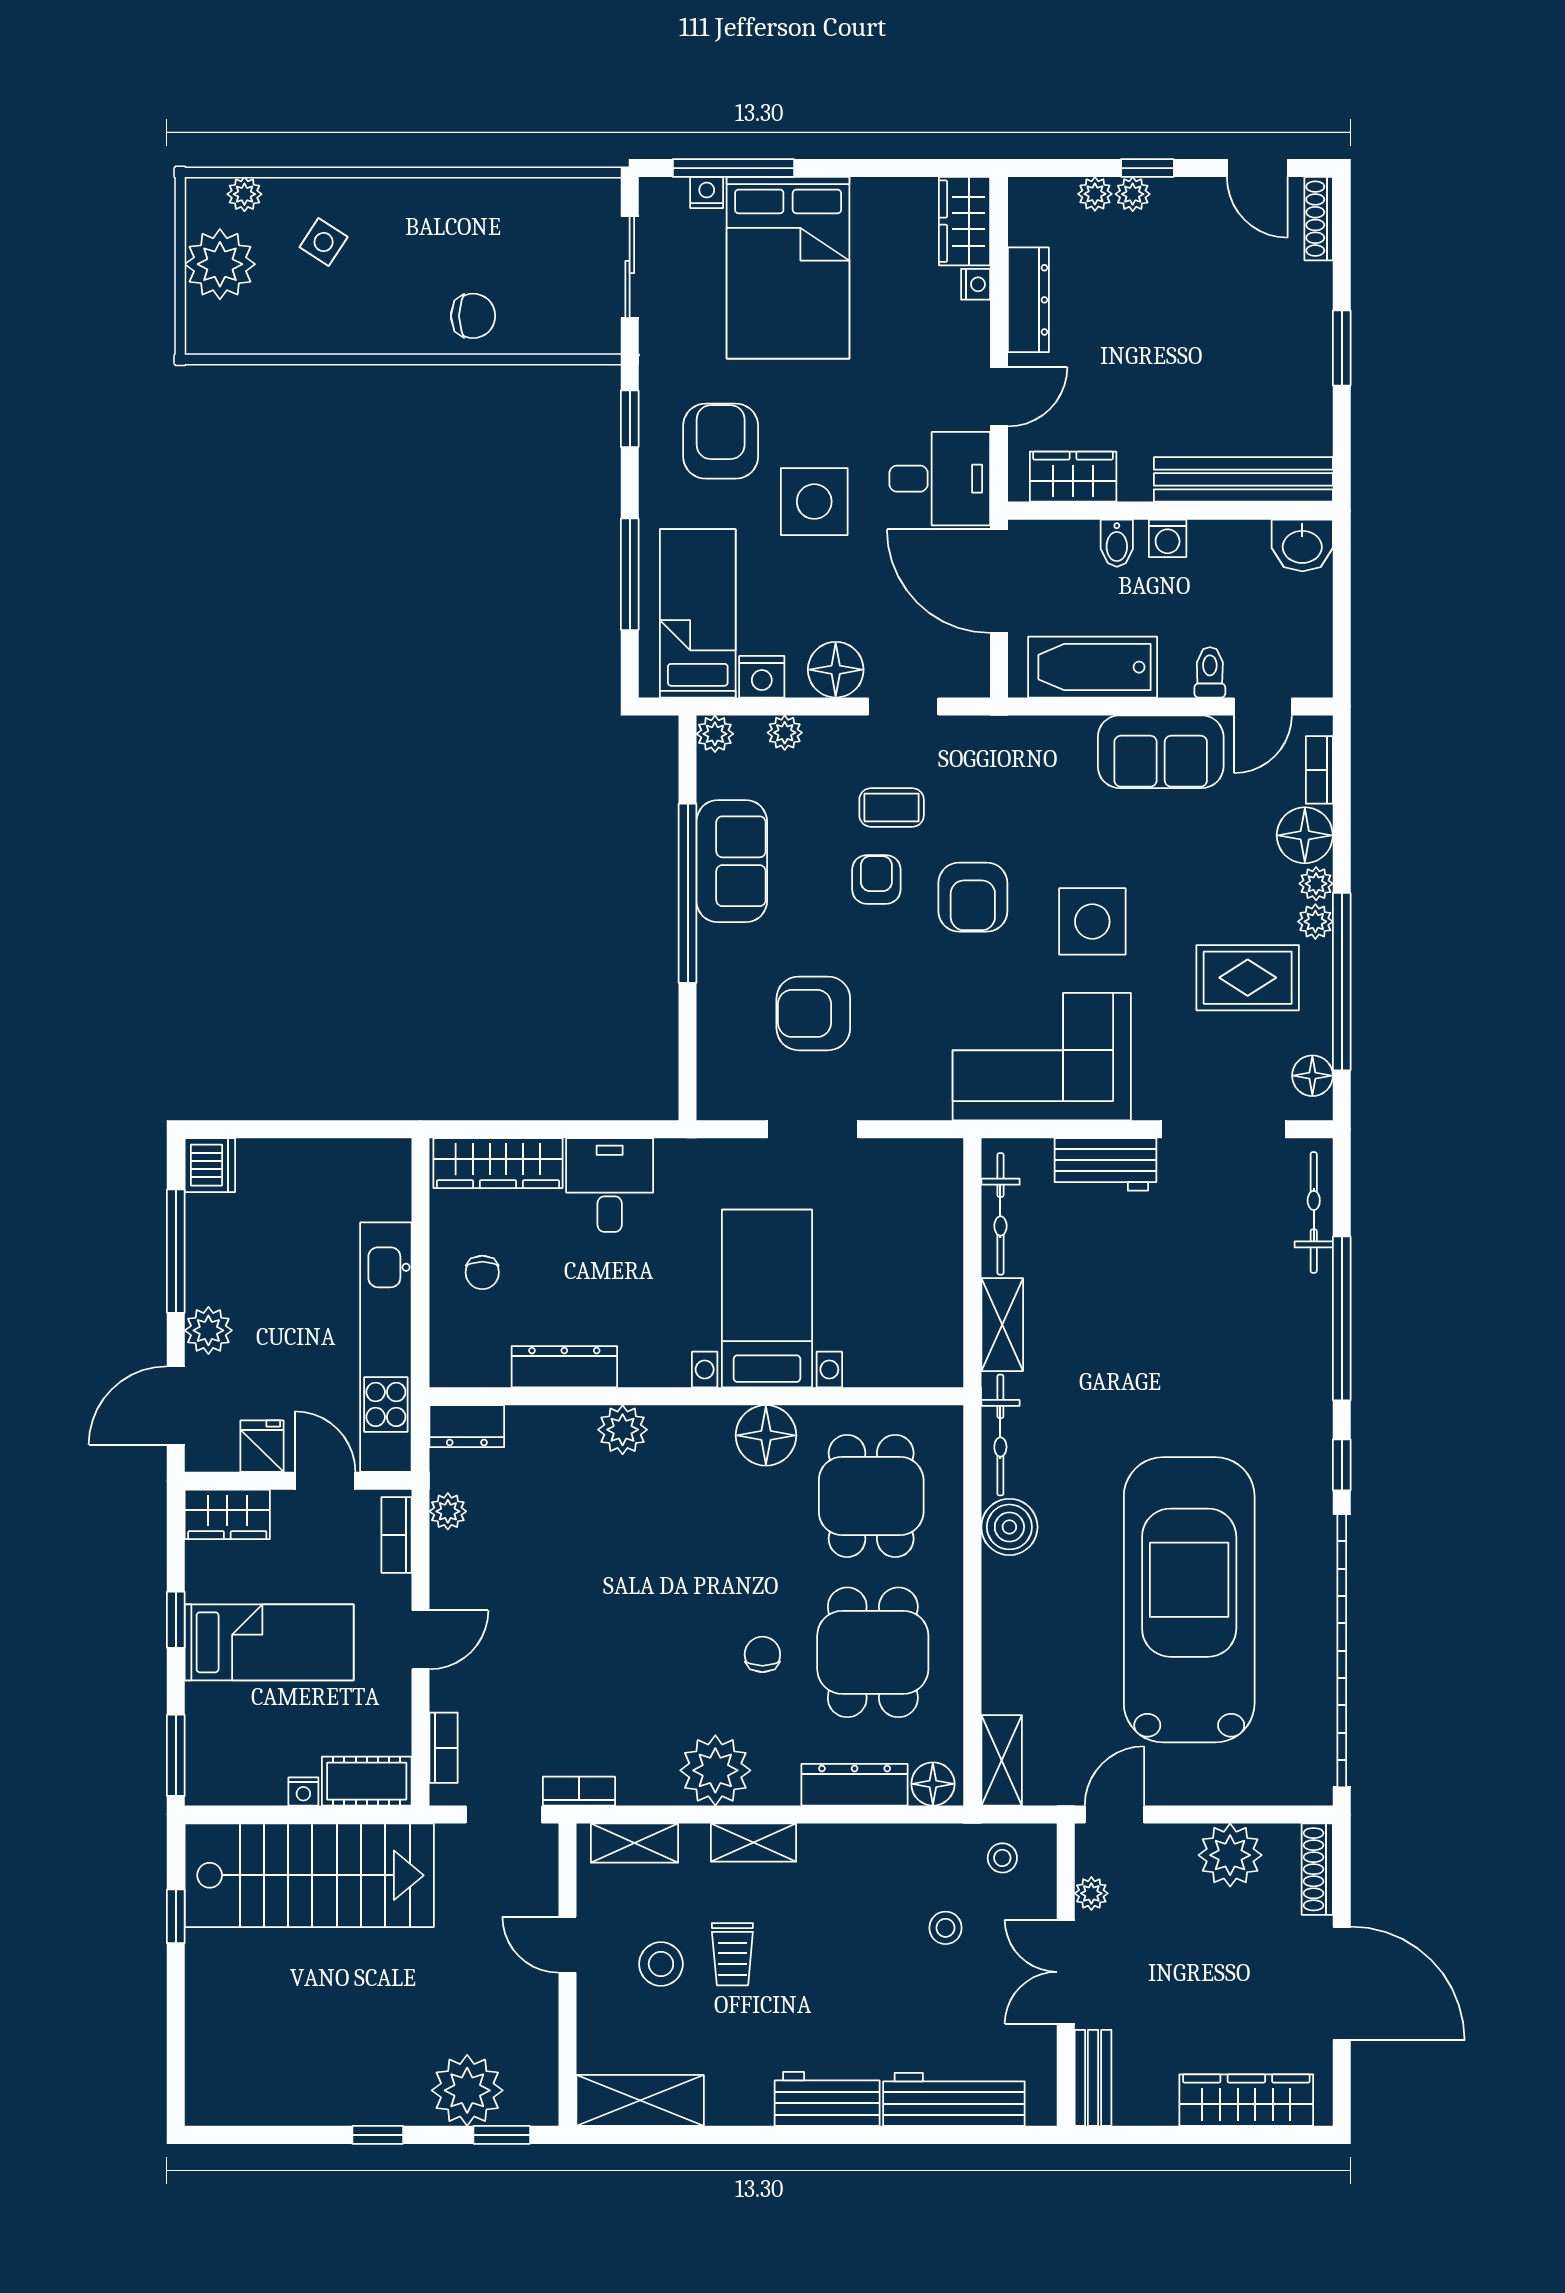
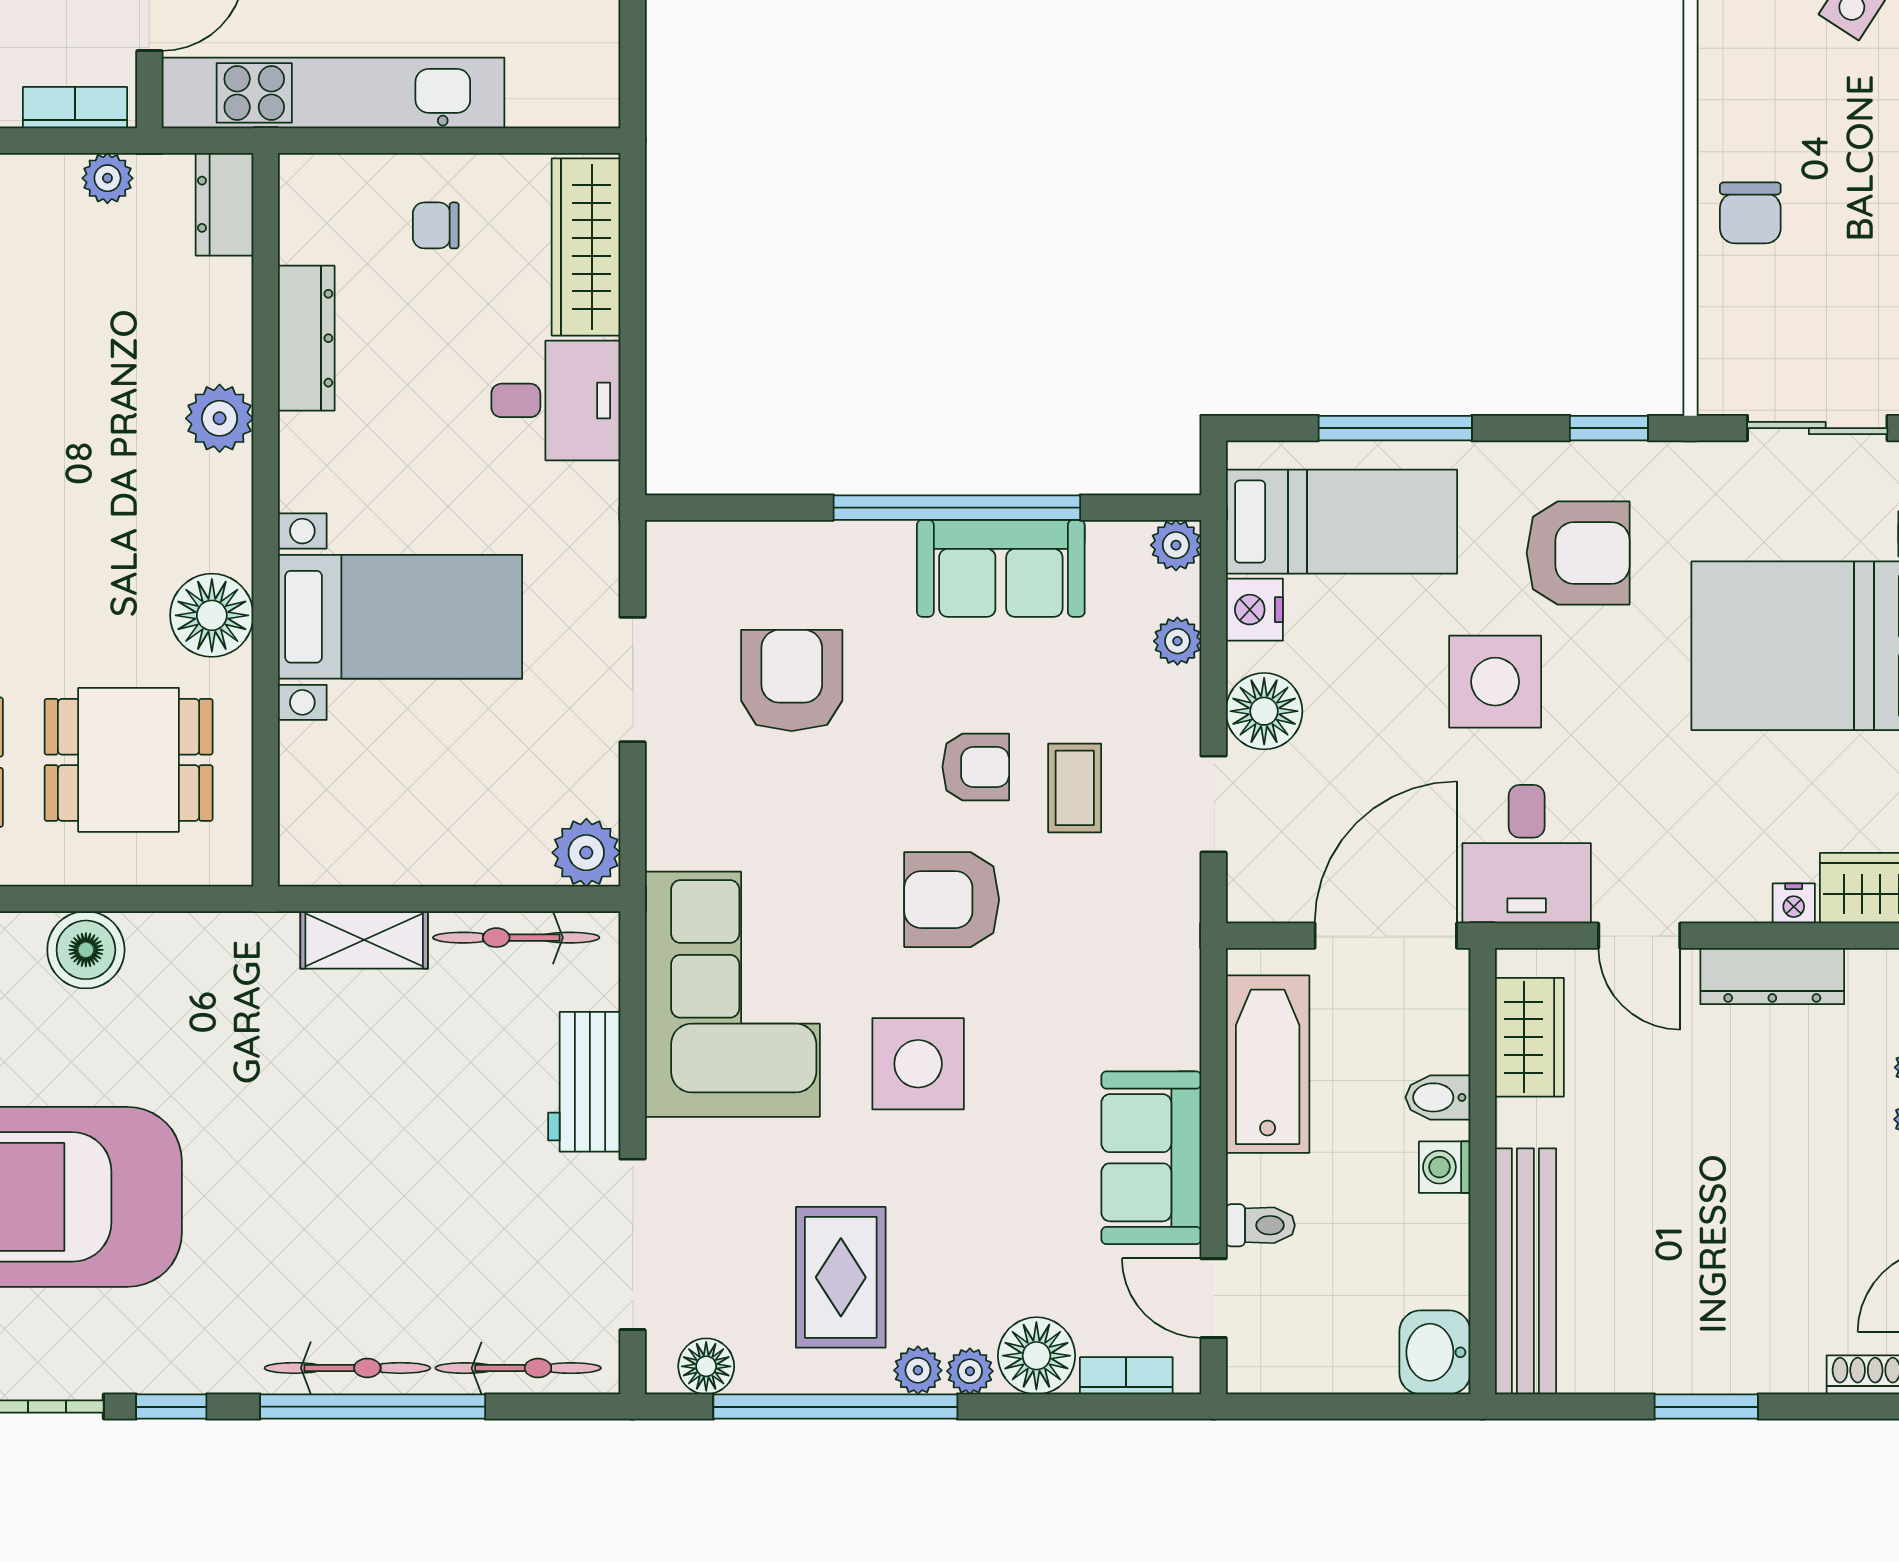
plant: (939, 1163) -> (586, 853), added
bicycle: (1000, 1435) -> (347, 1368), moved, turned 180

